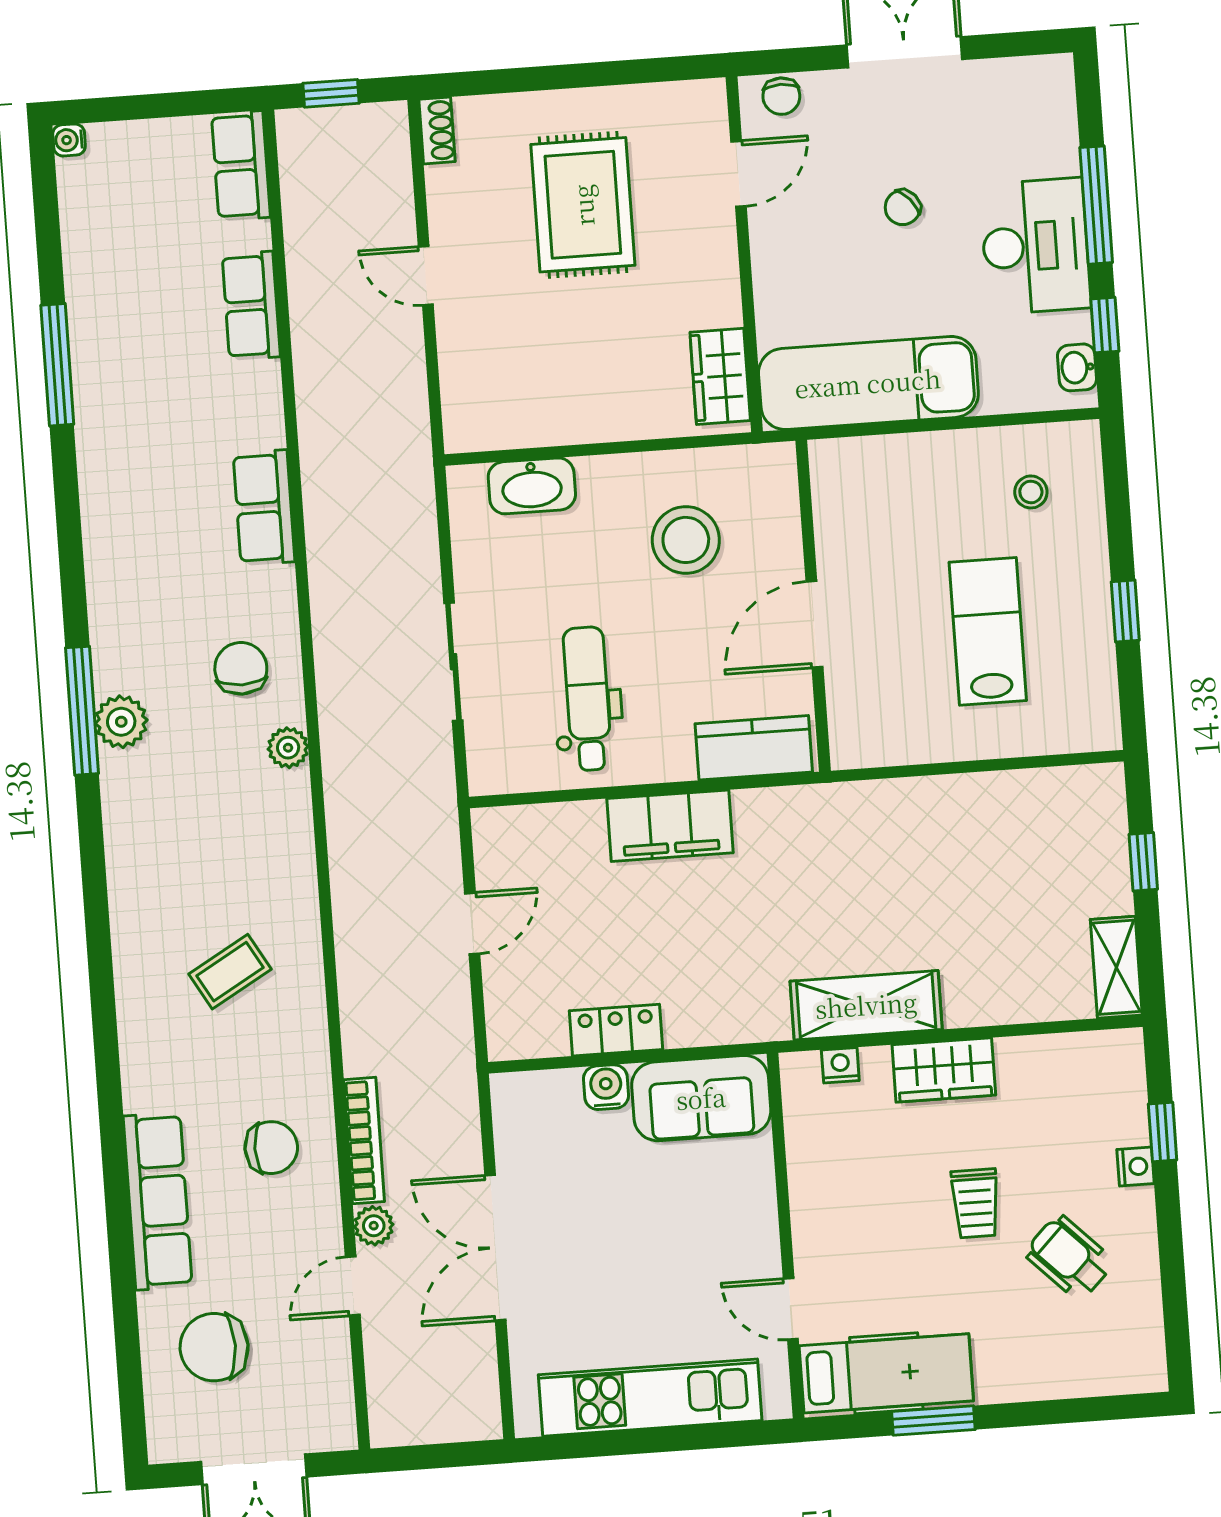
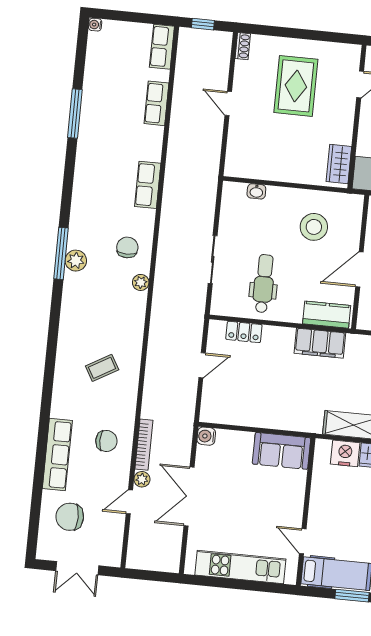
washbasin: (532, 486) -> (256, 191), width x0.52, depth x0.69
filing cabinet: (670, 826) -> (320, 343), moved
locker: (616, 1030) -> (244, 332), moved, turned 180
nightstand: (840, 1065) -> (345, 453), width x1.89, depth x1.79
water cooler: (606, 1087) -> (206, 436), moved, turned -90

